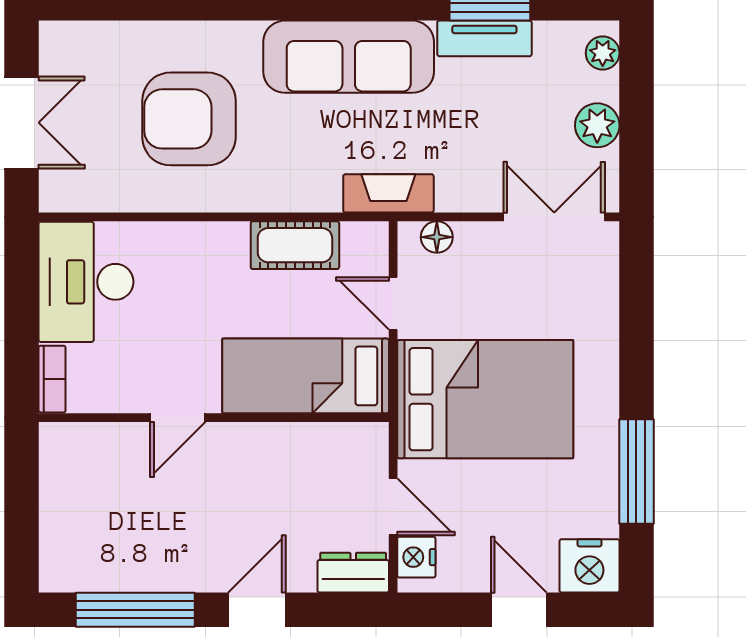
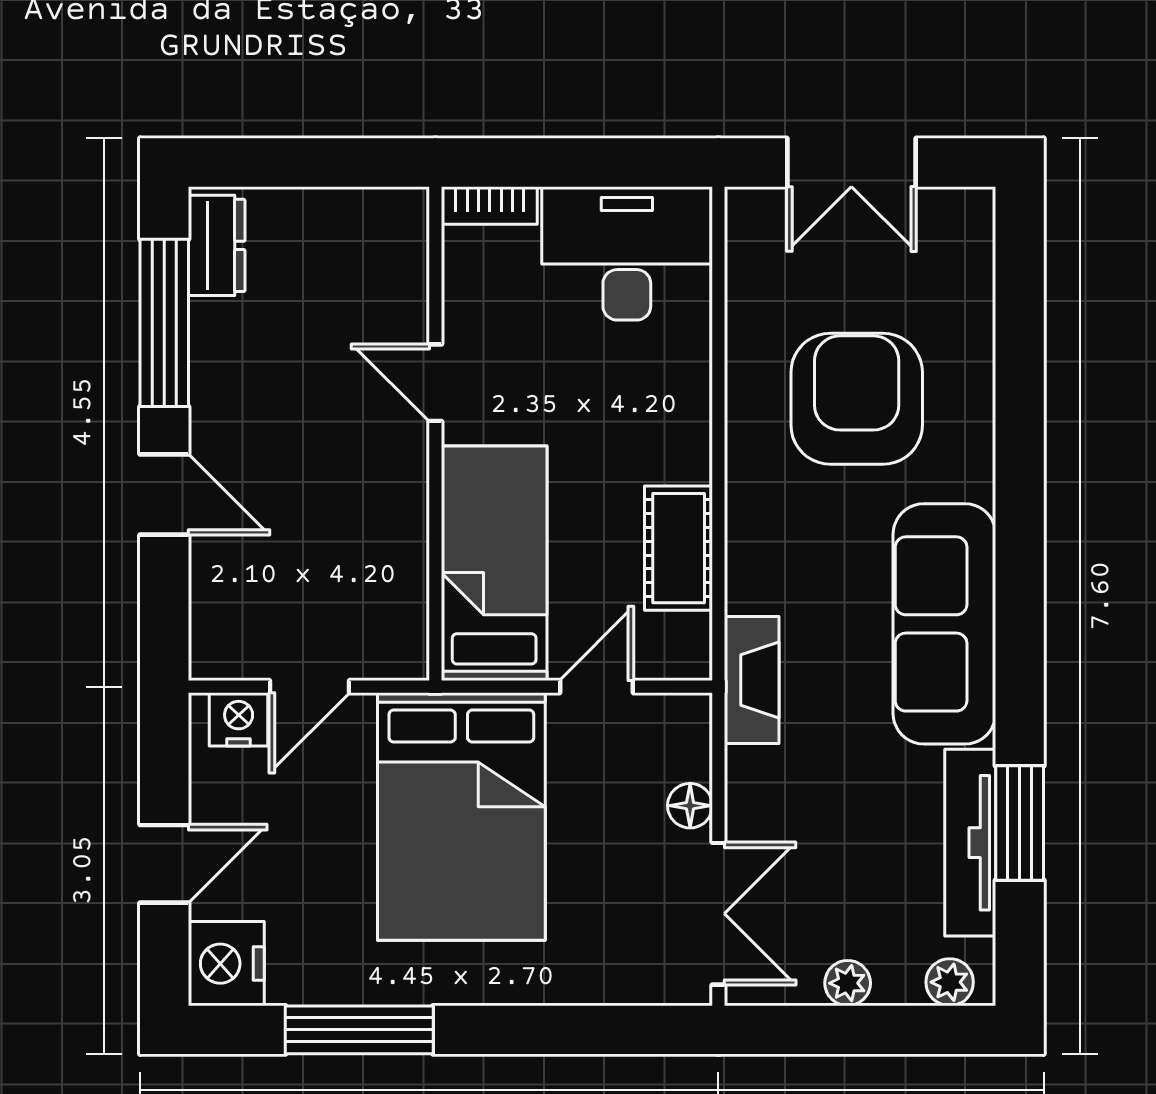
tv unit: (484, 38) -> (970, 843), width x1.41
plant: (597, 125) -> (848, 983), width x0.73, depth x0.73
floor lamp: (437, 237) -> (690, 806), moved
dresser: (353, 573) -> (217, 245), moved

